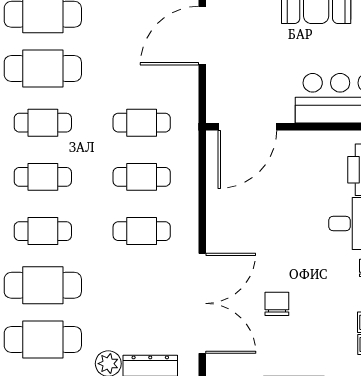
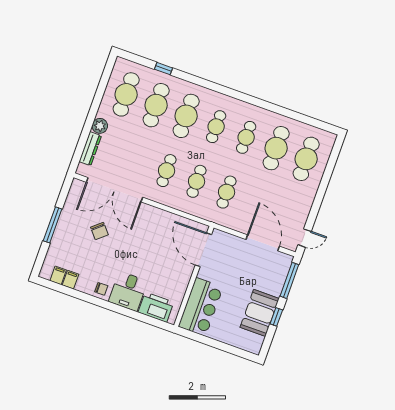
cafe table: (43, 231) -> (186, 116), width x1.37, depth x1.35
chair: (277, 304) -> (99, 231), turned 49

